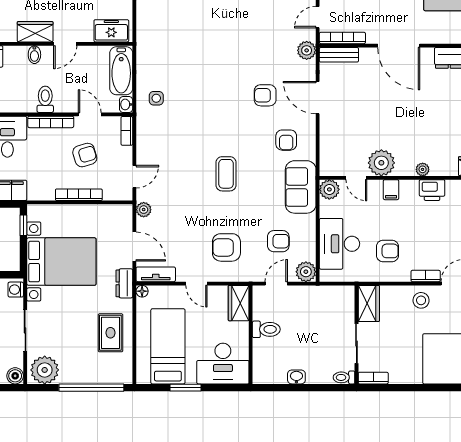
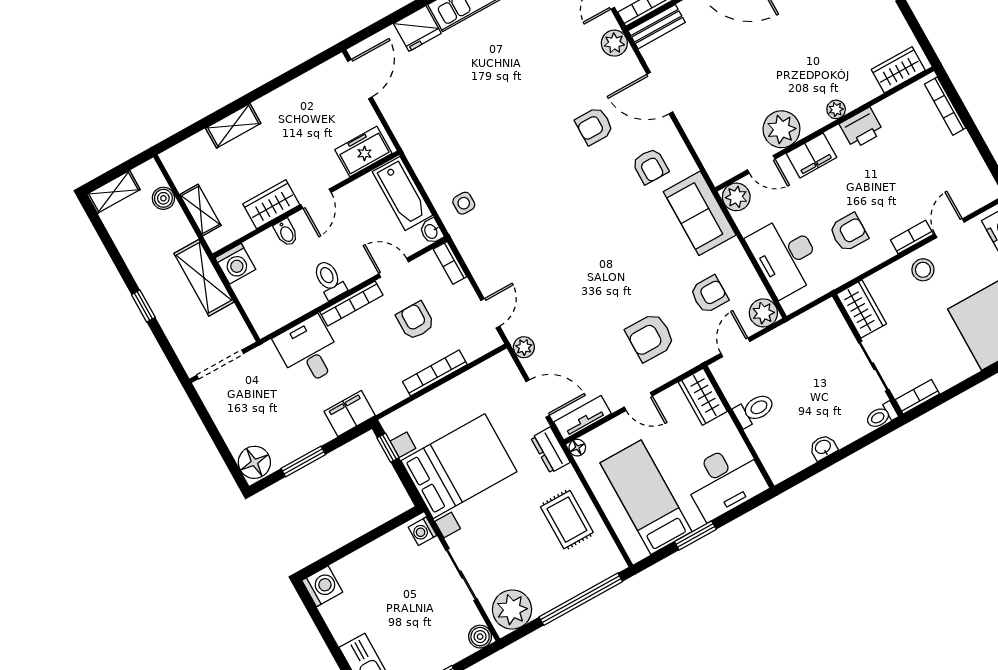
armchair: (85, 155) -> (415, 321), turned -73
coffee table: (226, 174) -> (600, 248), removed
filing cabinet: (391, 190) -> (811, 155), width x2.00

